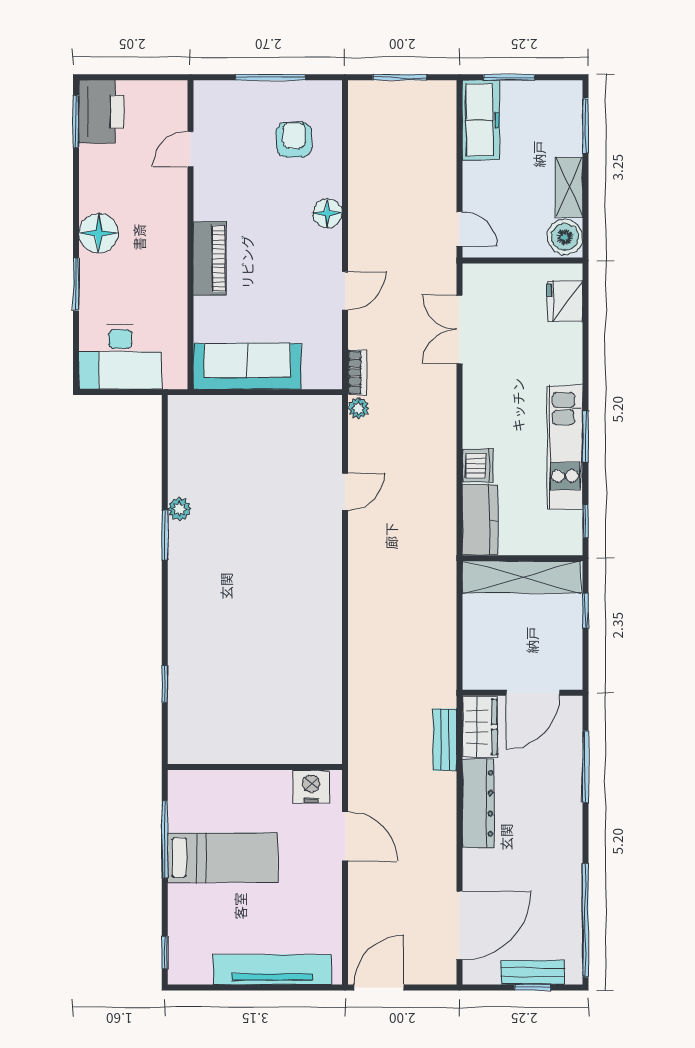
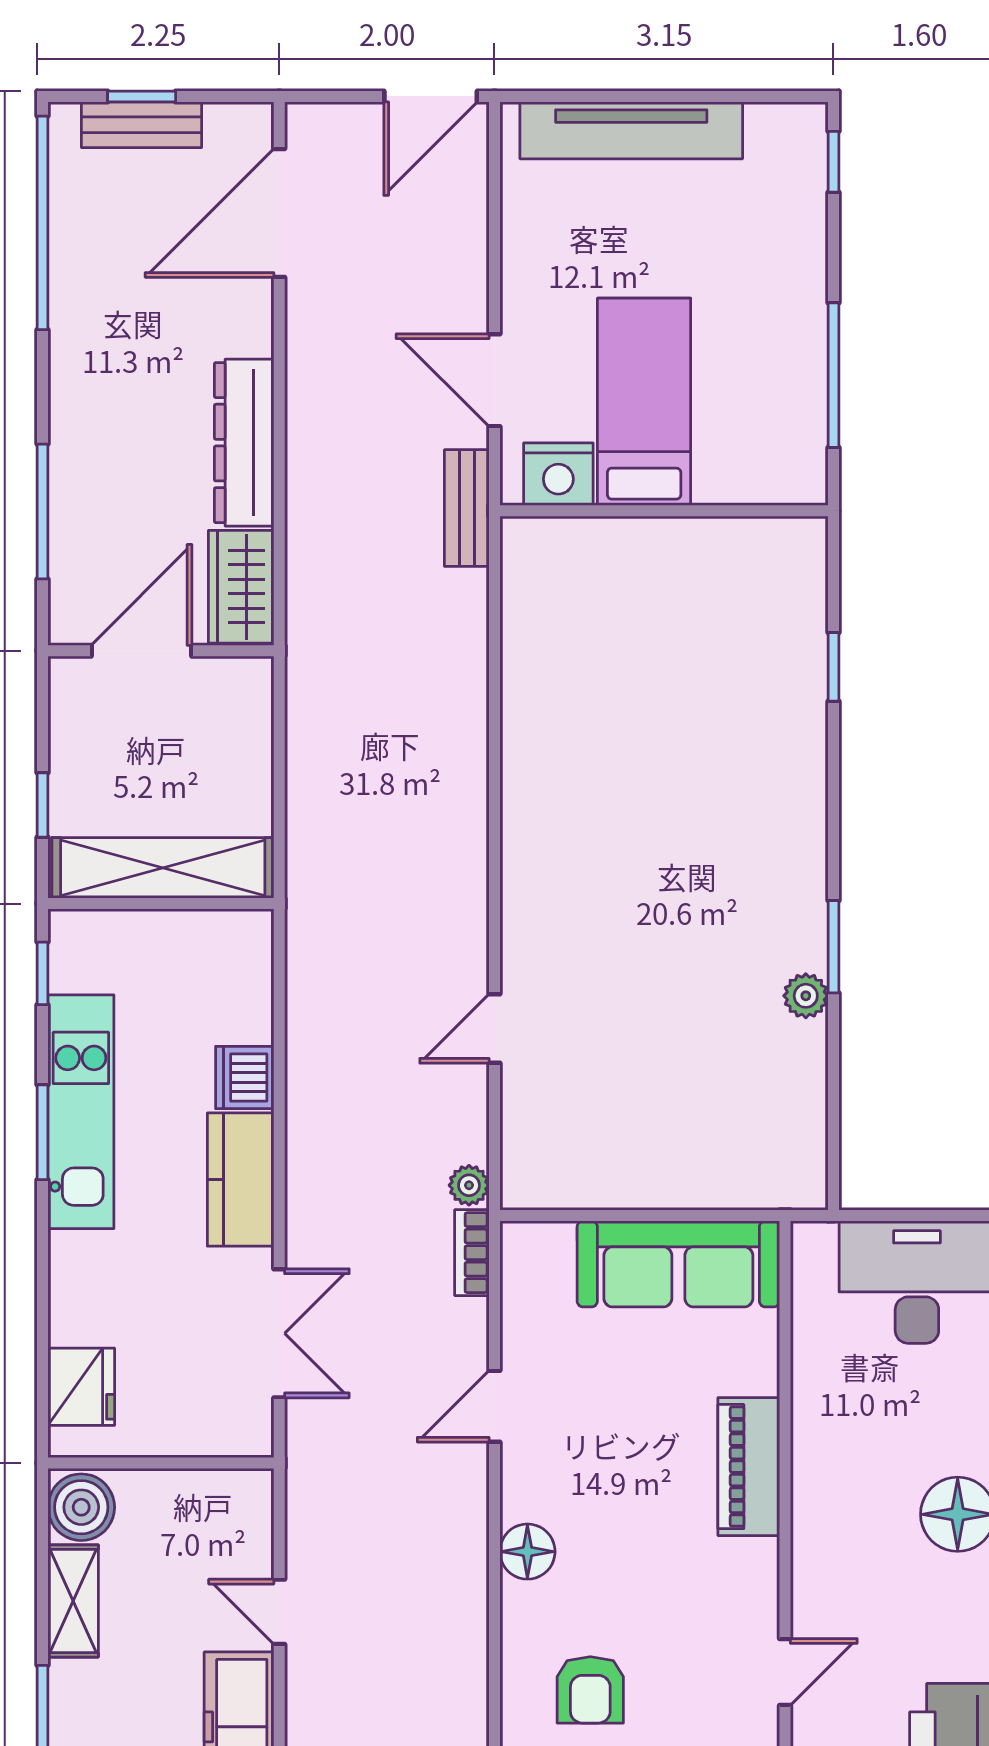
door: (459, 229) -> (279, 1612), moved
kitchen counter: (480, 520) -> (241, 1180), moved
bench: (445, 740) -> (467, 508), moved
bed: (223, 857) -> (644, 402), moved, turned 90

